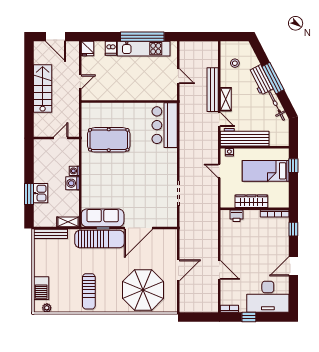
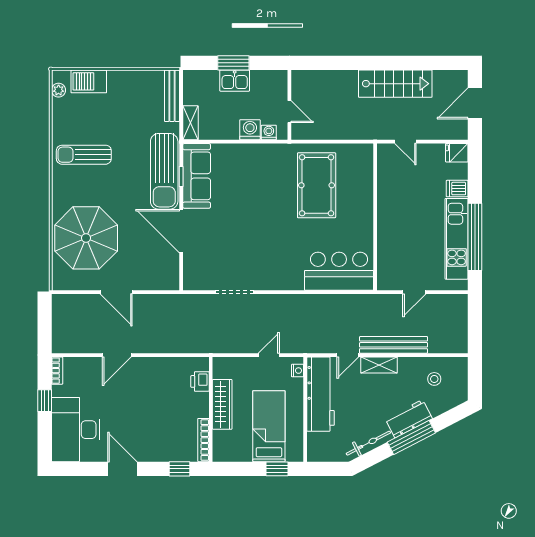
wall: (56, 138) -> (289, 105), moved
door: (61, 138) -> (289, 112), moved

